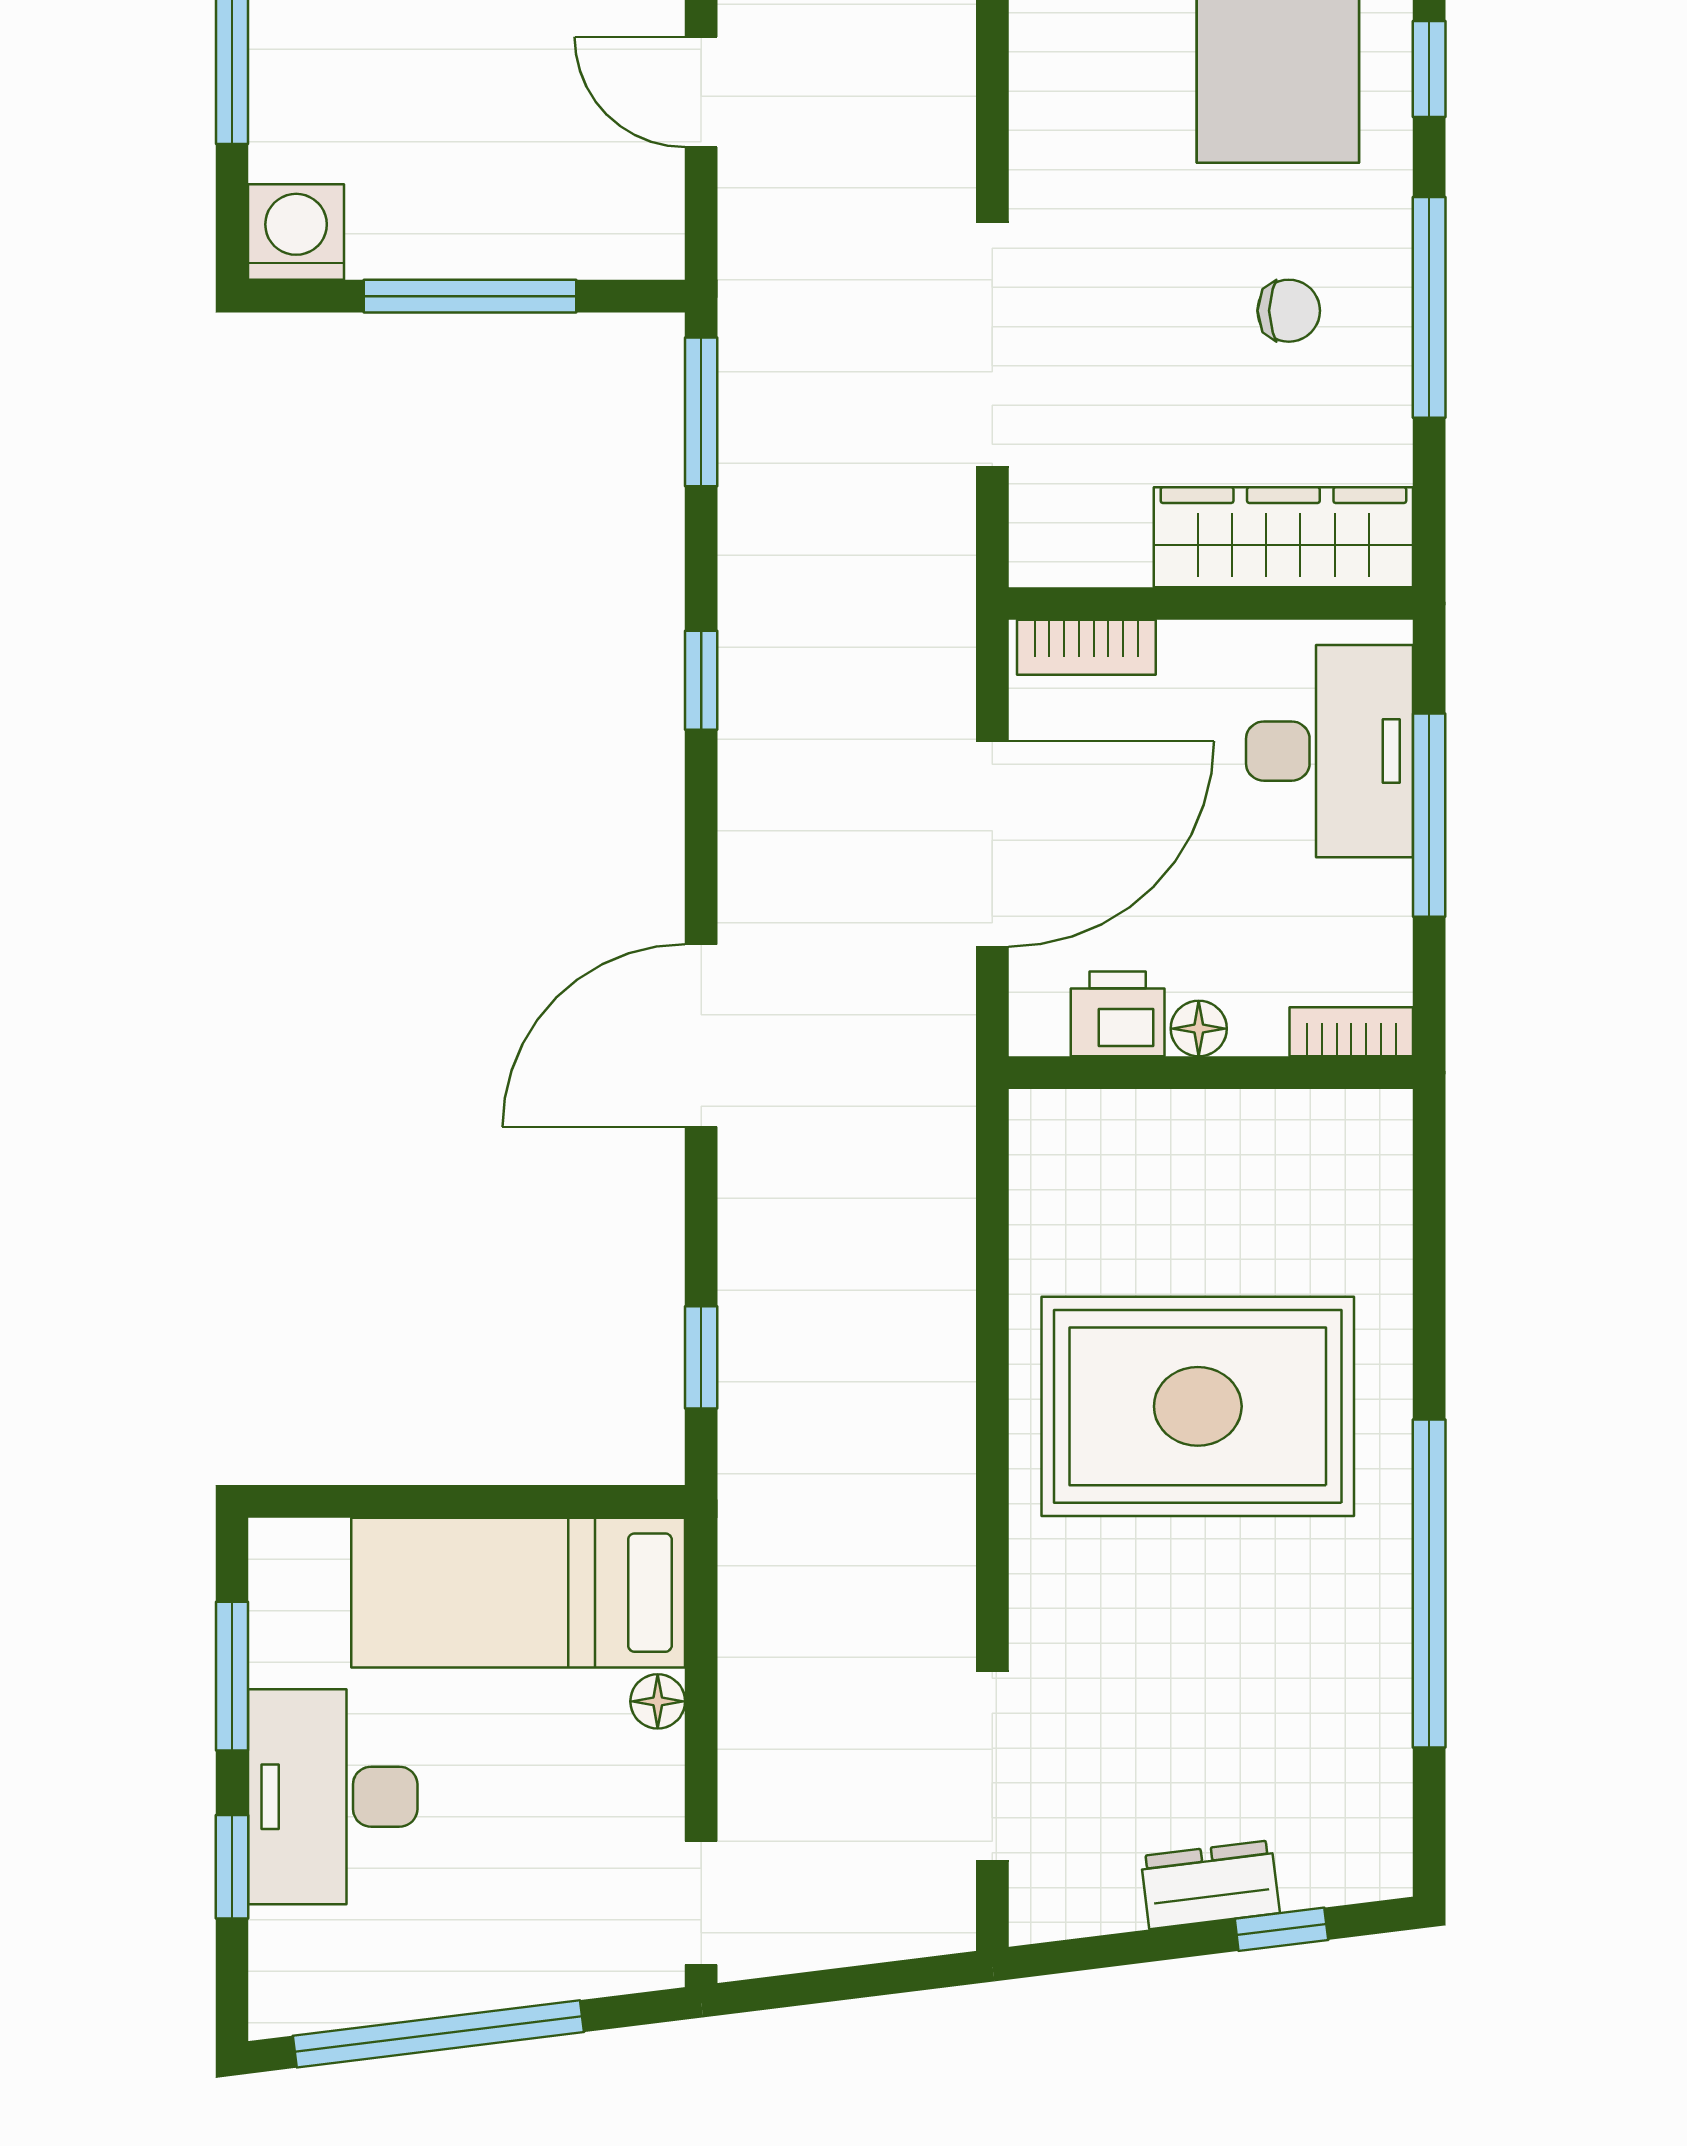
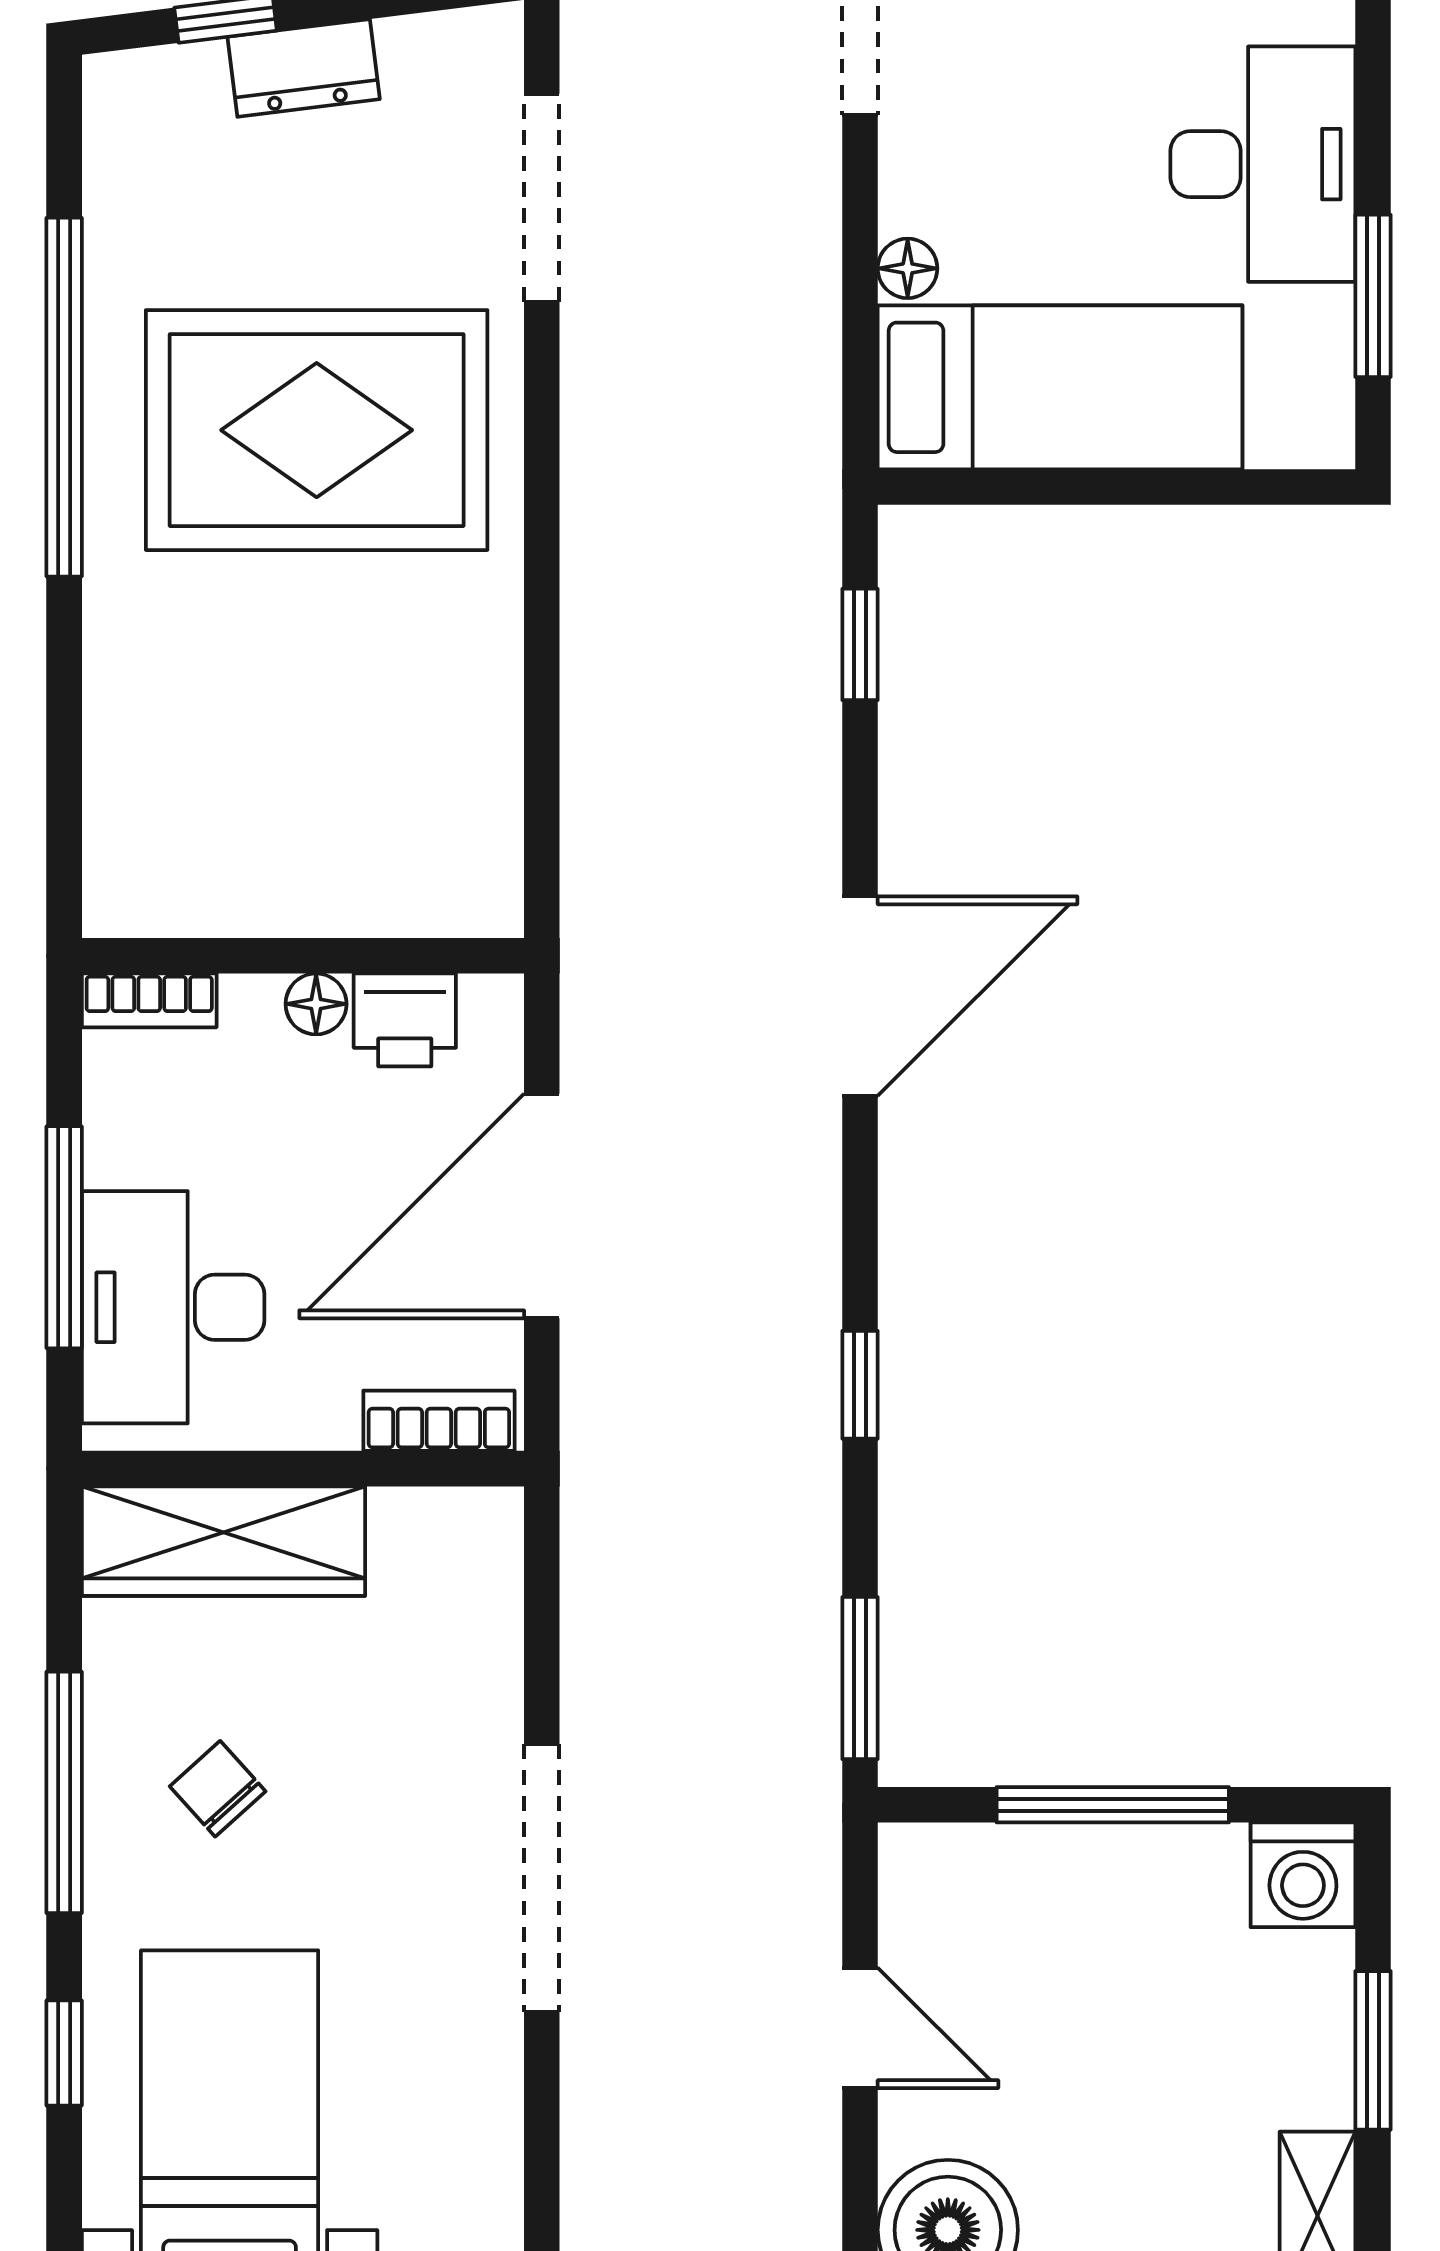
chair: (1289, 311) -> (218, 1789), turned 48
doorway: (992, 344) -> (542, 1878), moved
rug: (1198, 1406) -> (317, 430), moved
window: (232, 1867) -> (1373, 88), removed

